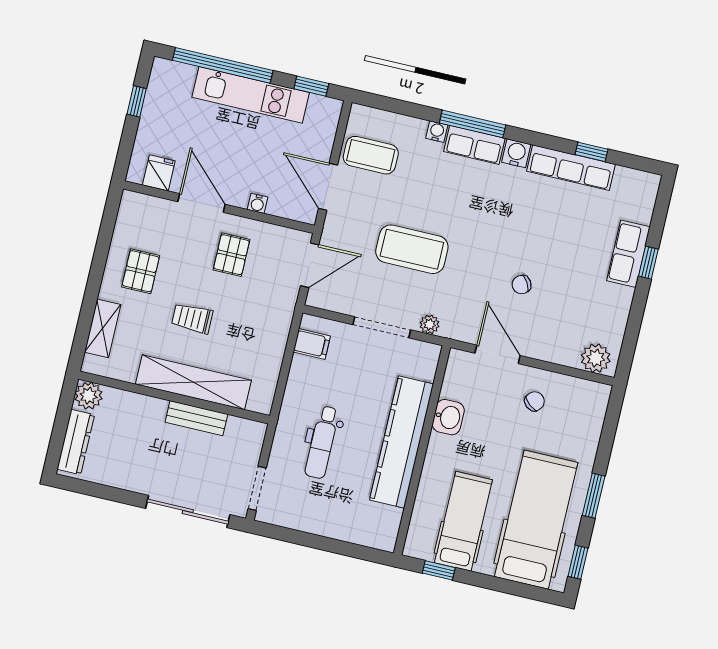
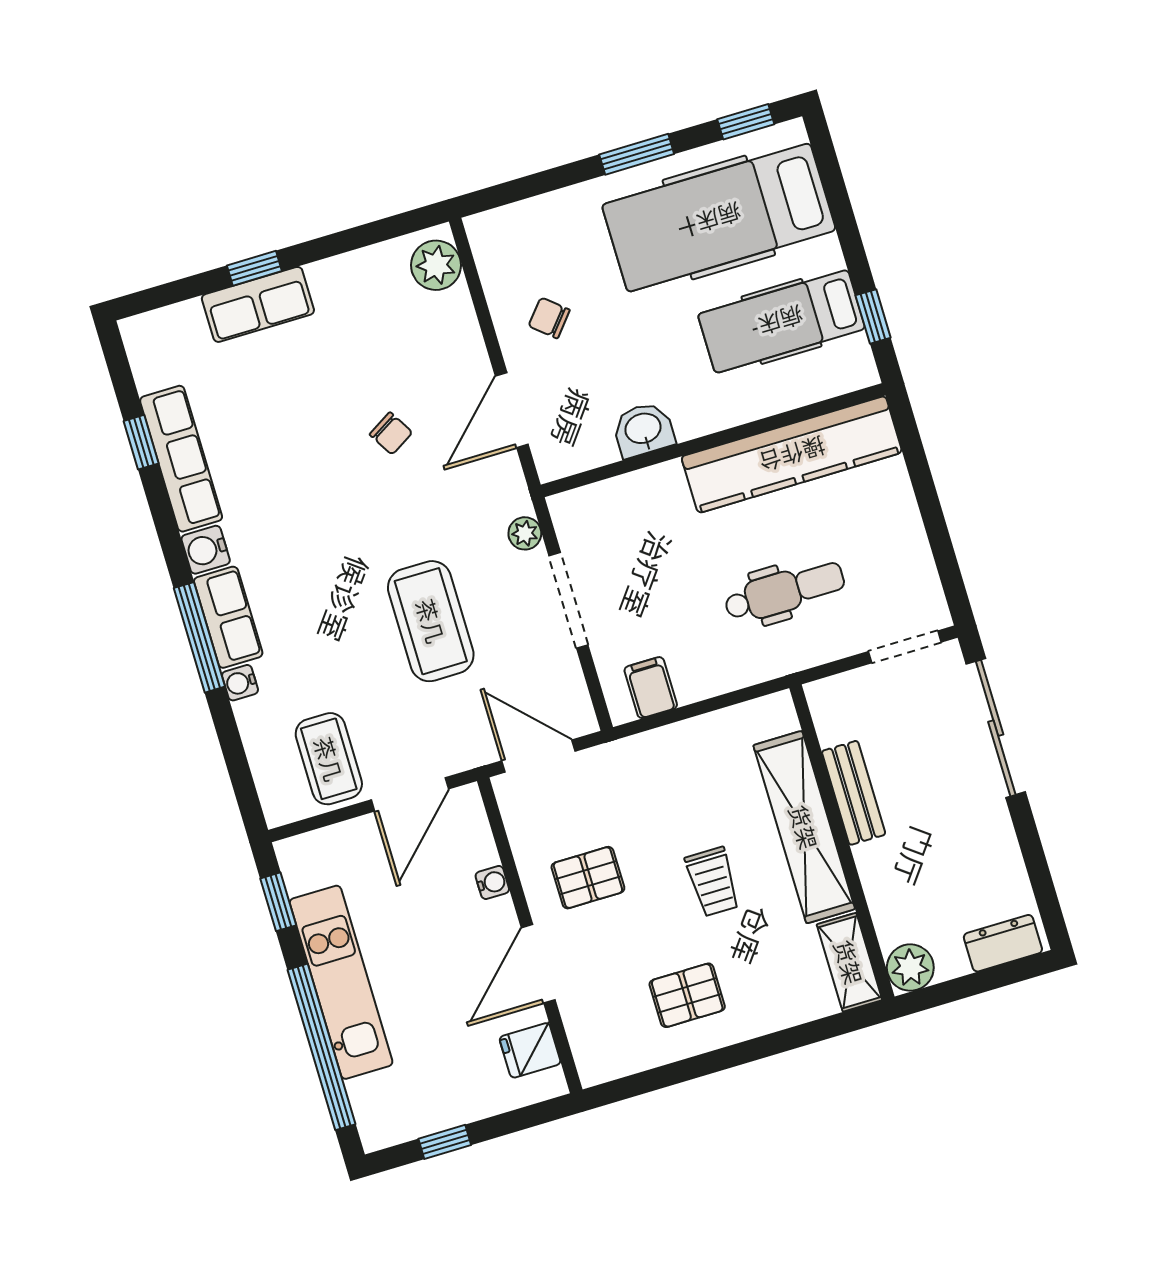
shelving: (103, 328) -> (849, 962), moved, turned 90
dresser: (76, 442) -> (1003, 943), width x0.70
kitchen counter: (402, 442) -> (792, 455), moved

